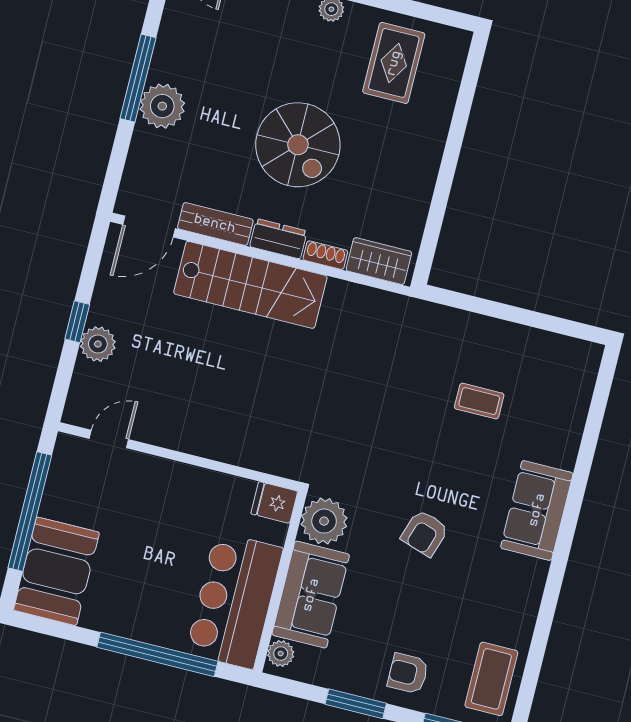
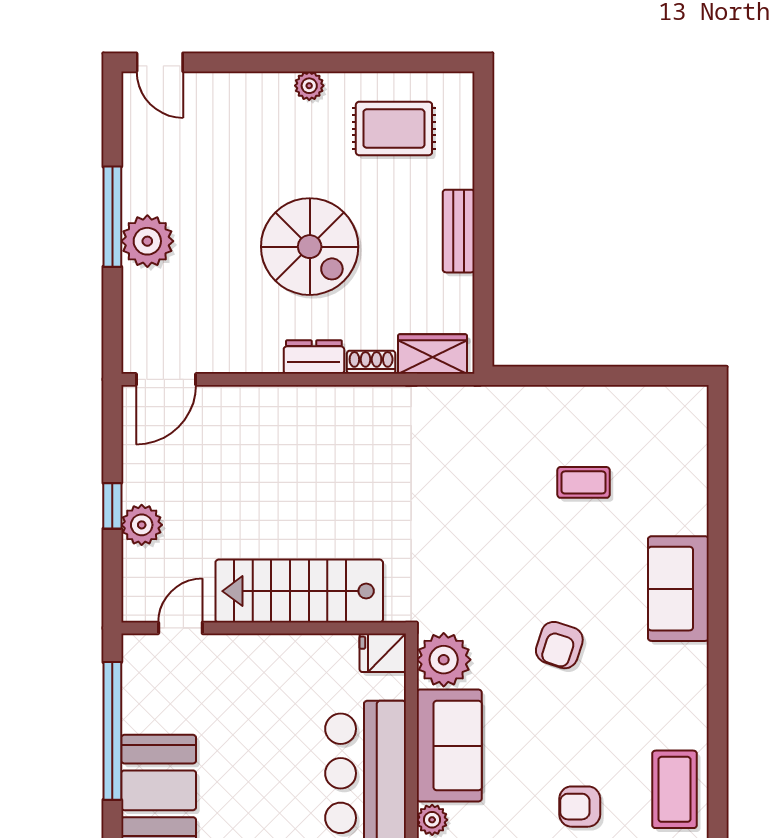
rug: (394, 63) -> (394, 129), turned 90
bench: (215, 224) -> (459, 231), moved, turned 90
stairs: (250, 285) -> (299, 591), moved, turned 180

